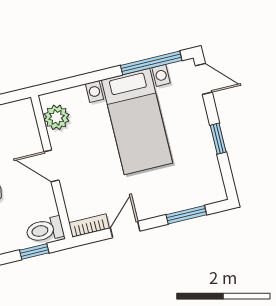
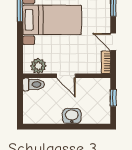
door: (51, 166) -> (66, 76), hinge flipped
toilet: (45, 230) -> (34, 84), moved, turned -90

